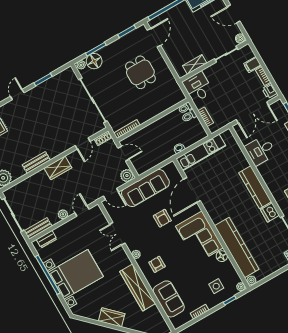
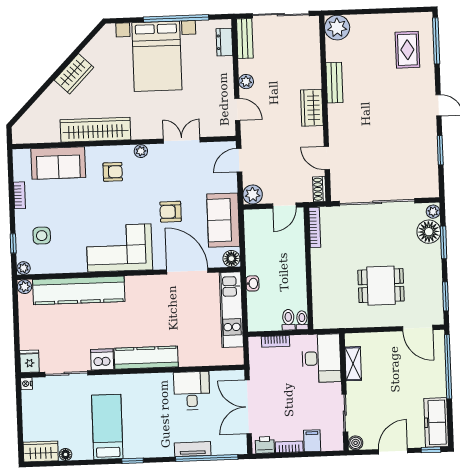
desk: (198, 87) -> (321, 358), width x1.37
sofa: (145, 188) -> (223, 220), width x0.73
floor lamp: (222, 256) -> (231, 259), moved

